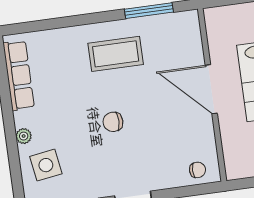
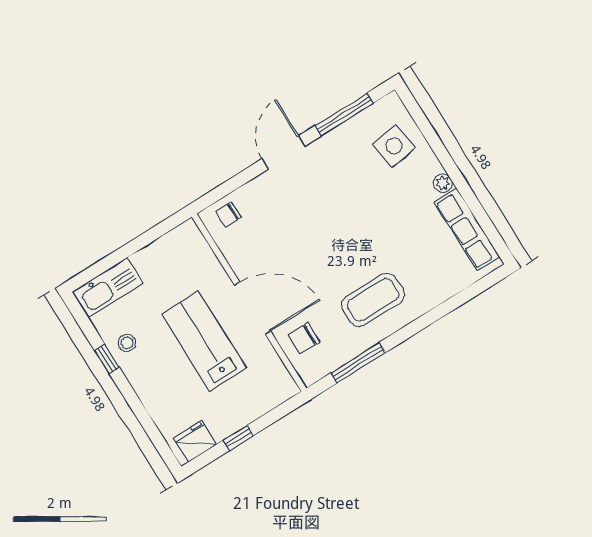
chair: (113, 122) -> (304, 338), moved, turned 180
plant: (24, 136) -> (443, 183), moved

